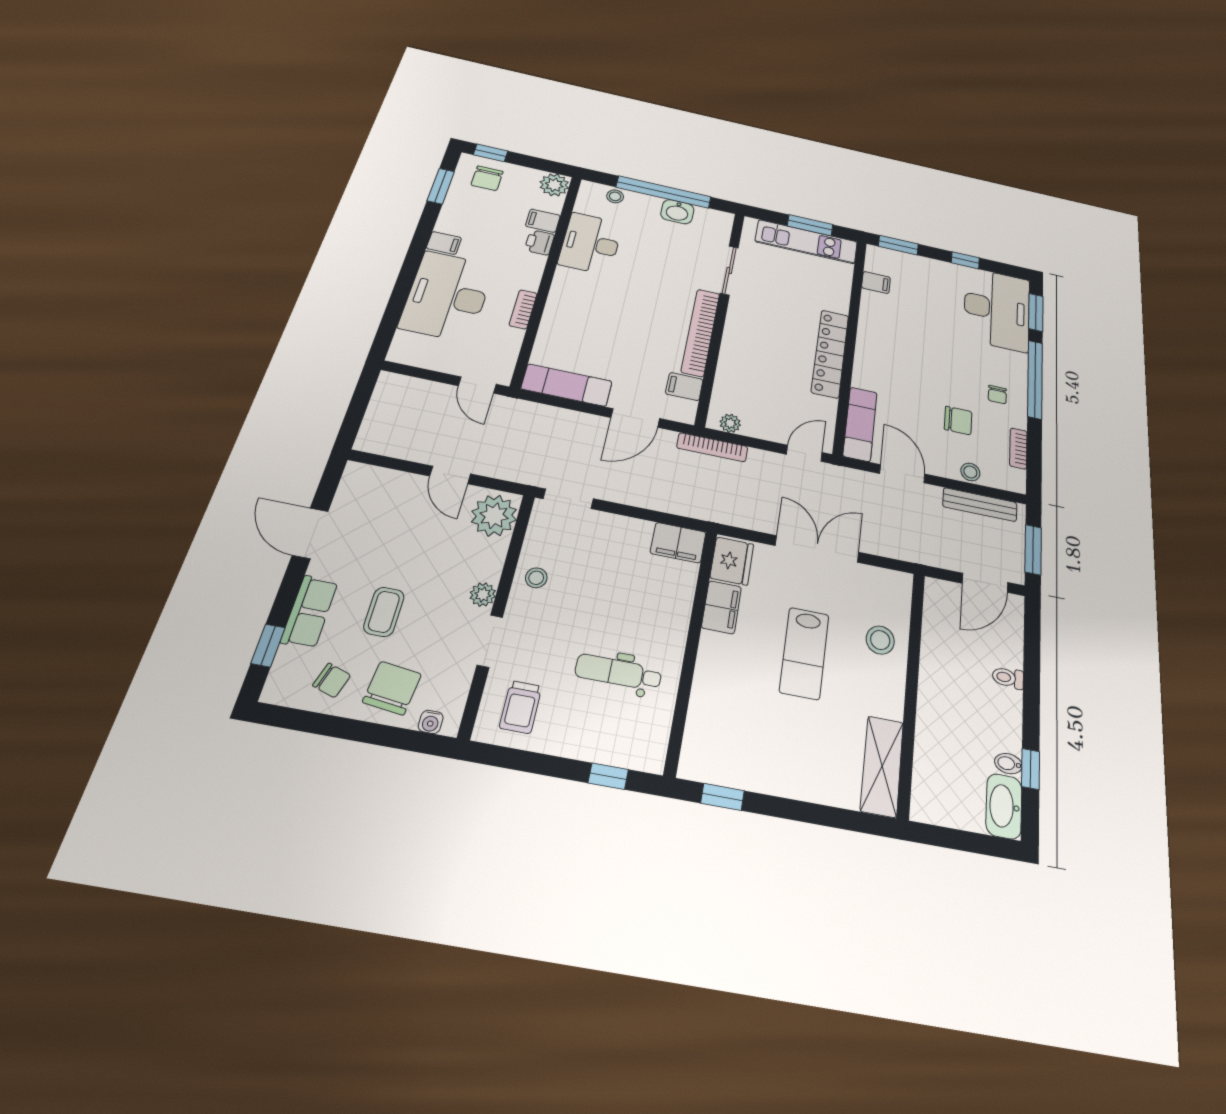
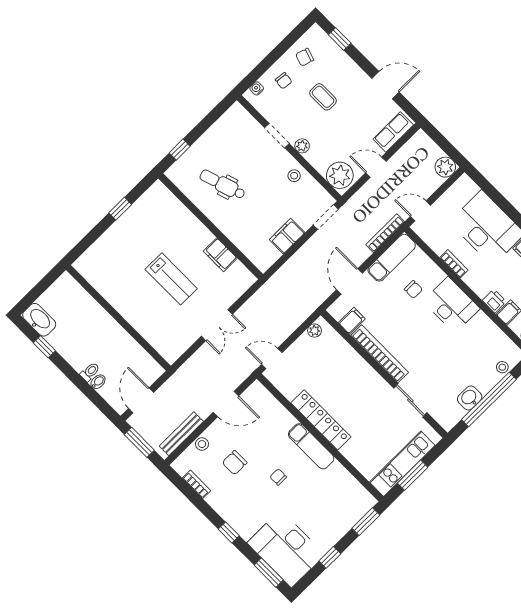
desk: (591, 243) -> (451, 305), moved
filing cabinet: (876, 282) -> (349, 486), removed
chair: (591, 338) -> (413, 289), added
window: (1035, 379) -> (229, 532), width x0.32
plant: (392, 387) -> (445, 167), added
chair: (997, 395) -> (278, 477), moved
exam couch: (860, 424) -> (311, 446), moved
bookcase: (712, 447) -> (385, 233), moved
door: (804, 453) -> (272, 358), swing flipped
filing cabinet: (678, 543) -> (287, 236), moved
double door: (817, 549) -> (217, 325), width x0.73
fridge: (732, 561) -> (240, 277), removed
row of seats: (309, 612) -> (393, 132), moved, turned 90
stool: (880, 640) -> (151, 322), removed
lab bench: (804, 653) -> (171, 279), turned 180
dental chair: (618, 672) -> (222, 184), turned -108
chair: (392, 688) -> (284, 81), width x0.54, depth x0.54
trolley: (521, 707) -> (237, 131), removed
bidet: (1008, 764) -> (98, 382), moved
shelving: (882, 766) -> (96, 276), removed
window: (722, 797) -> (120, 209), moved

